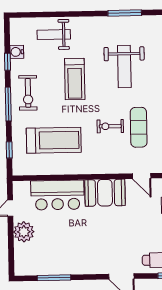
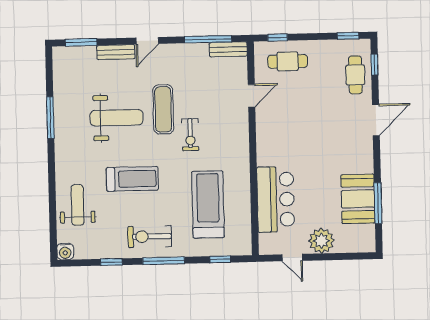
weight bench: (54, 35) -> (78, 205), turned 180
water cooler: (17, 52) -> (65, 252), moved
exercise bike: (28, 93) -> (150, 237), turned 180
exercise mat: (139, 127) -> (163, 109), moved, turned 90
booth: (105, 193) -> (358, 199), moved

